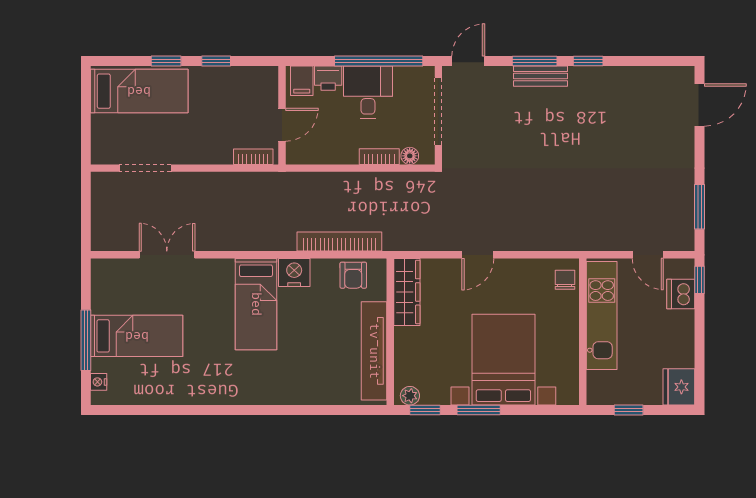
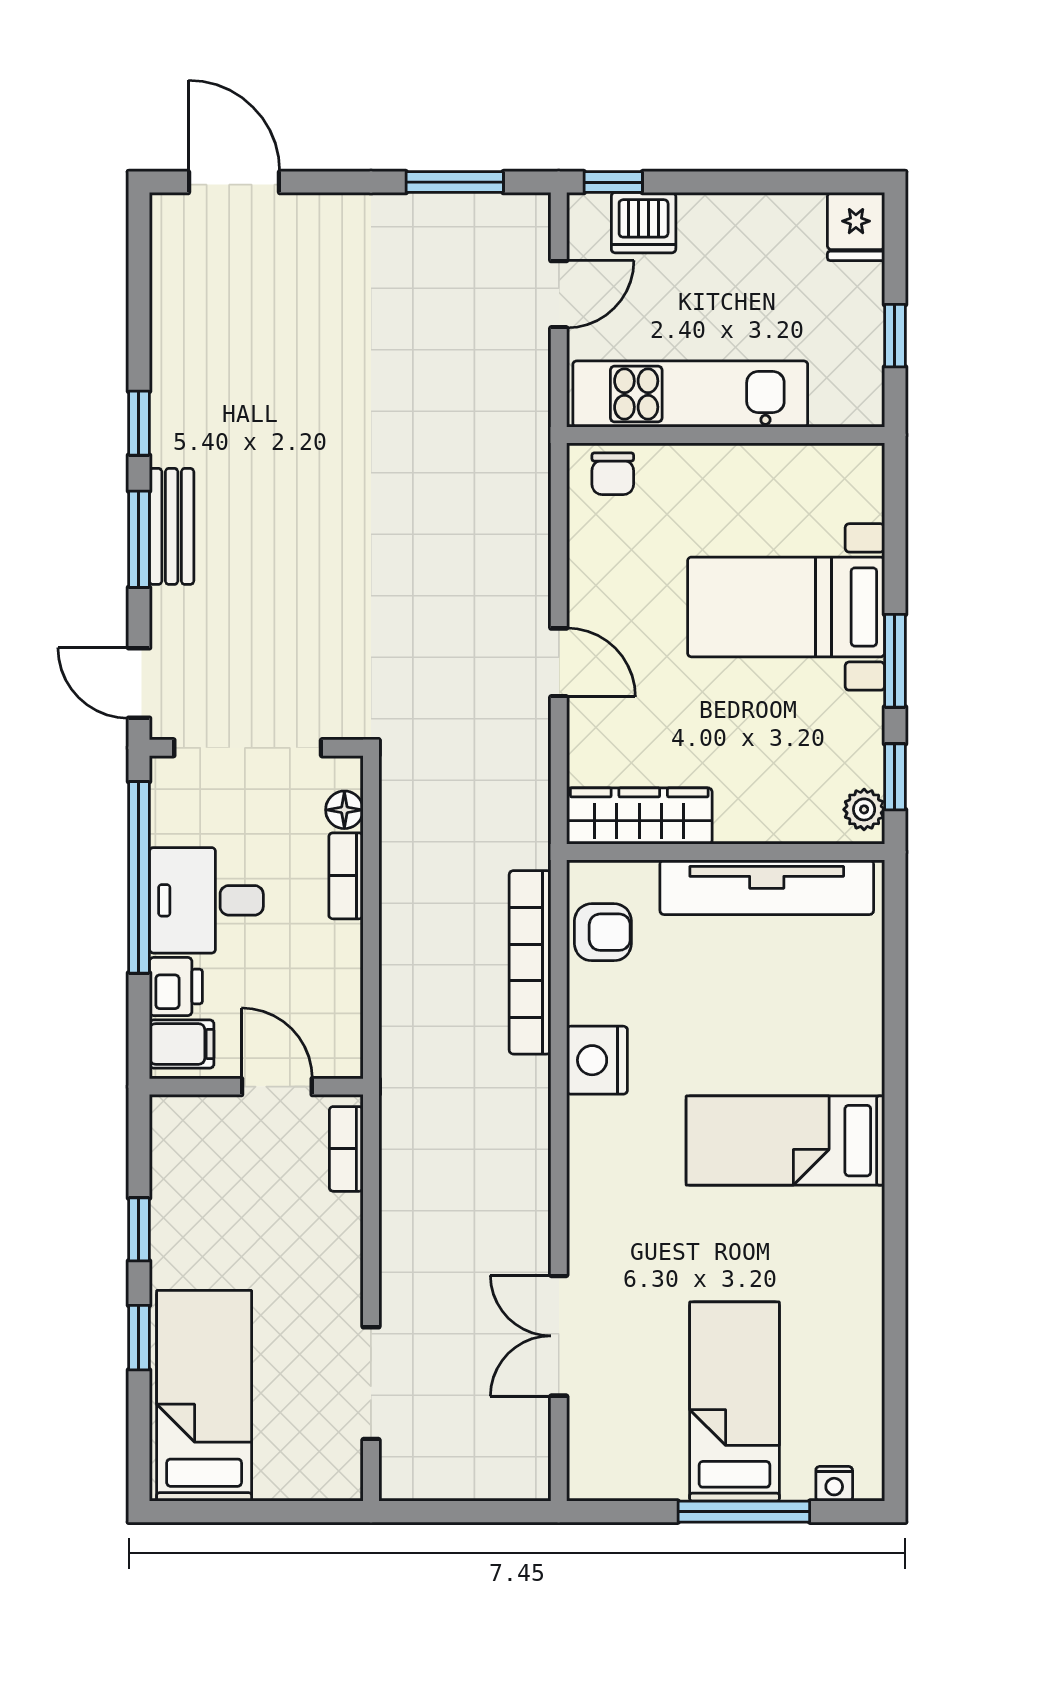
chair: (565, 280) -> (613, 474), turned -90
bed: (256, 304) -> (785, 1141), moved, turned 180
bed with nightstands: (503, 360) -> (786, 607), width x0.73
fridge: (679, 387) -> (856, 227), width x0.72

